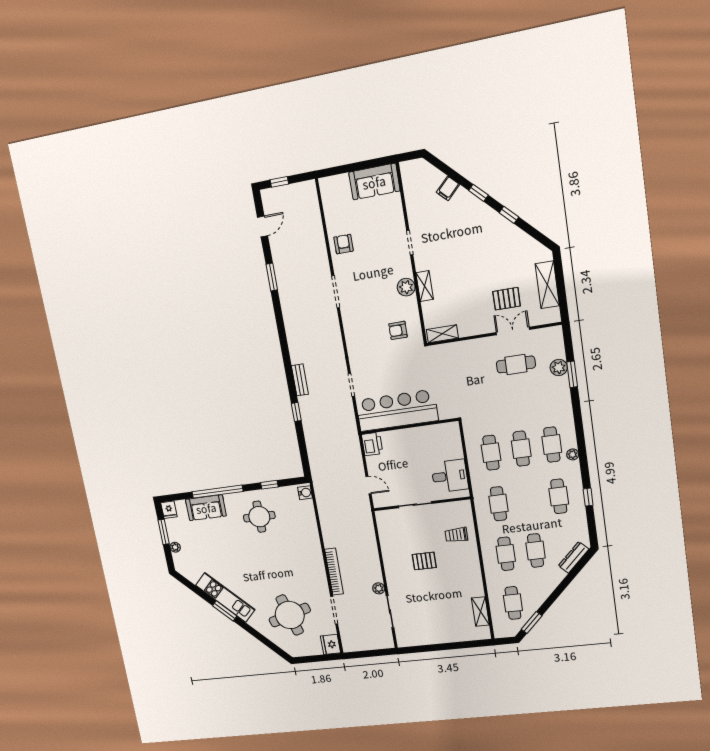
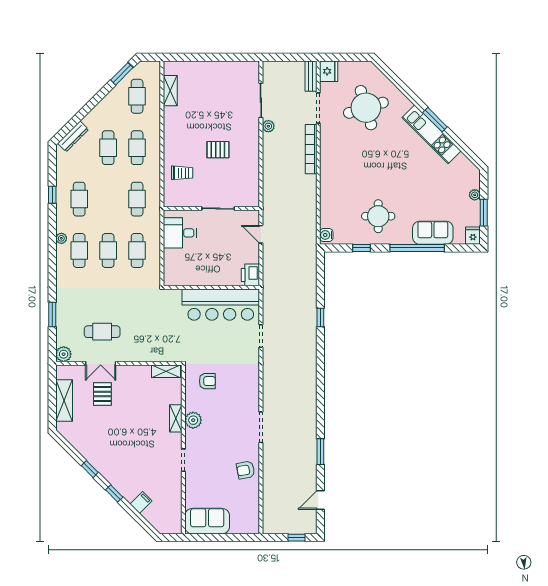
armchair: (343, 244) -> (246, 470), turned 79
pallet: (507, 299) -> (102, 394), turned 90
plant: (559, 368) -> (64, 354), moved
bench: (300, 380) -> (311, 76), moved

